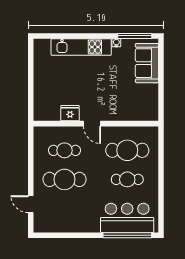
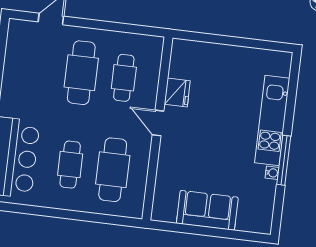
window: (135, 36) -> (284, 160), moved
sofa: (147, 63) -> (207, 210), moved
door: (92, 124) -> (158, 123), hinge flipped

